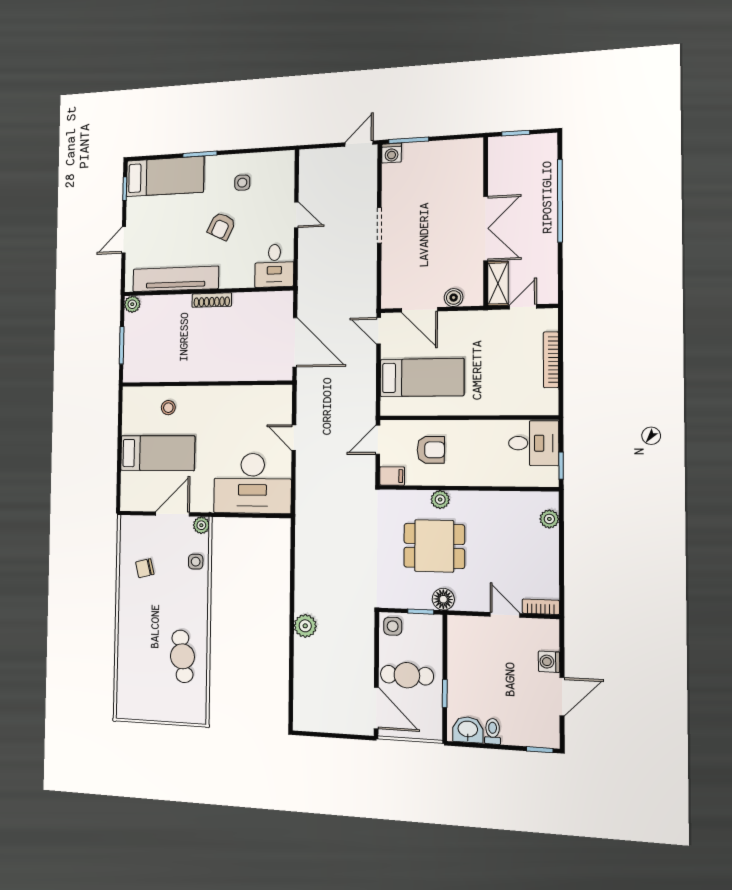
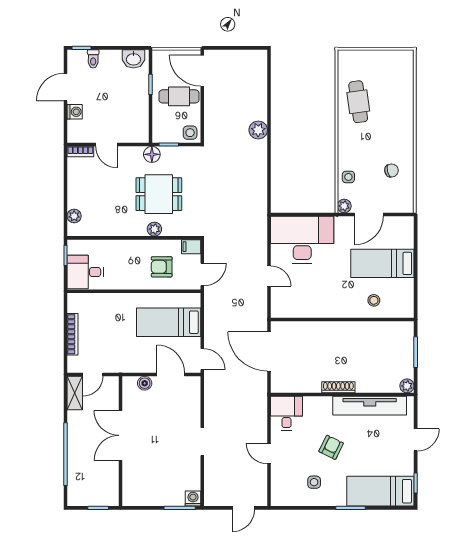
door: (359, 144) -> (243, 508), moved
shelving: (498, 283) -> (75, 393), moved
toilet: (493, 731) -> (93, 59), moved

